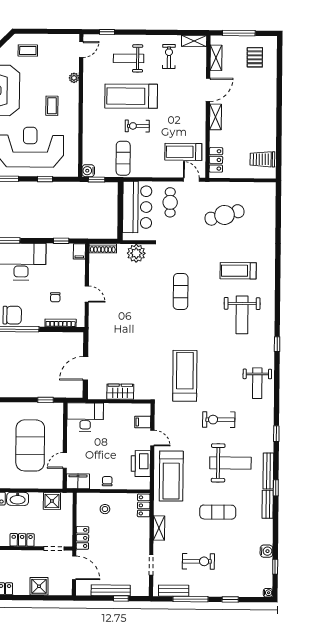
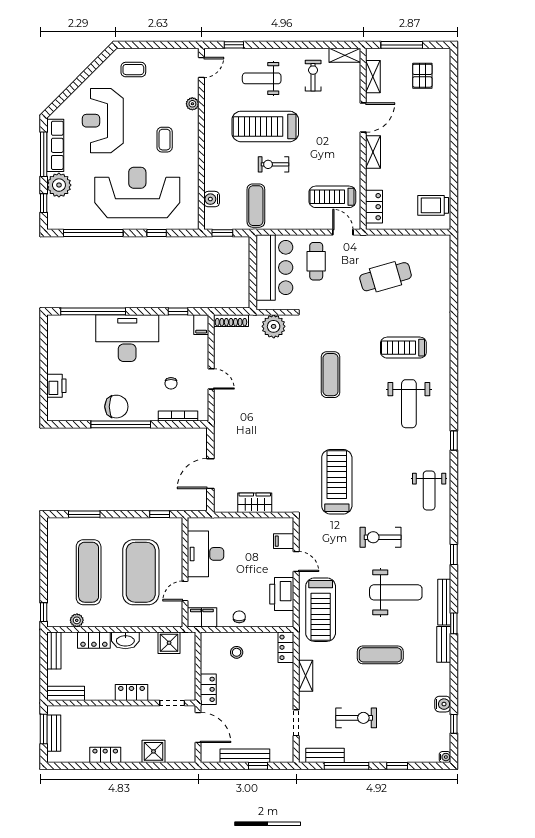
water cooler: (88, 171) -> (212, 199), moved
desk: (85, 417) -> (205, 554), moved, turned -90

